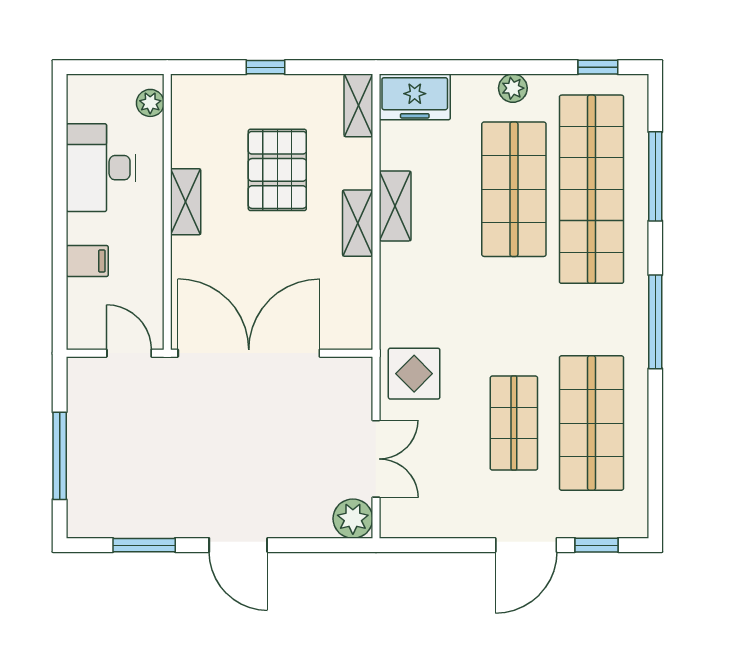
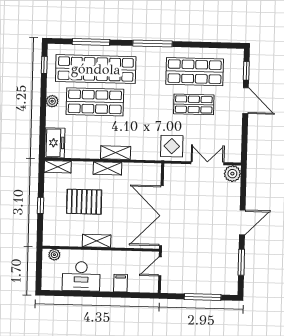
shelving: (395, 206) -> (116, 153), moved

